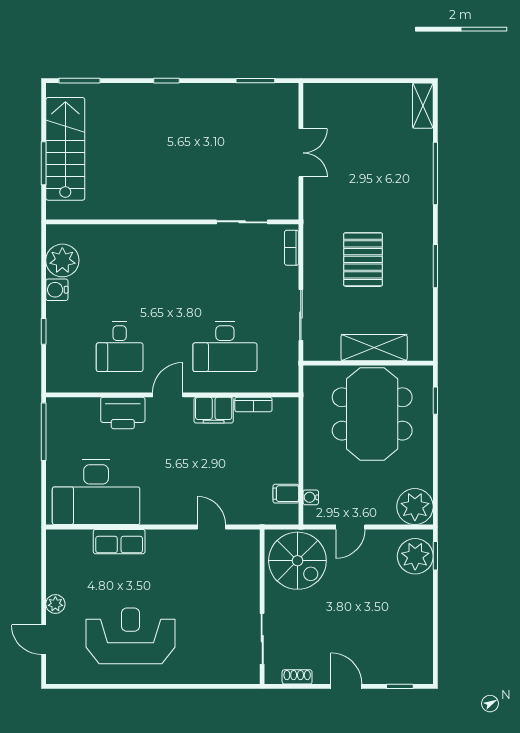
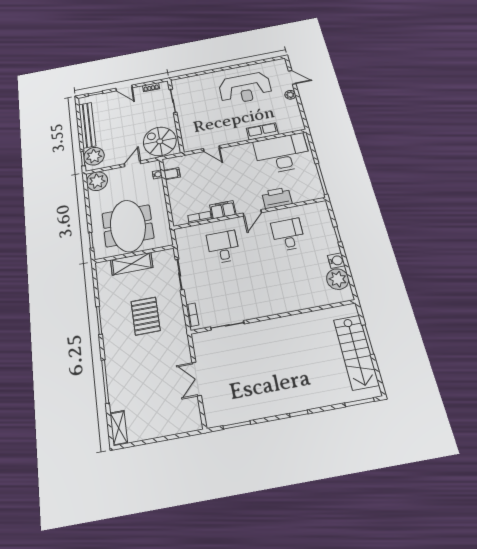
desk: (225, 347) -> (223, 247), width x0.73
bench: (421, 622) -> (87, 125), added

